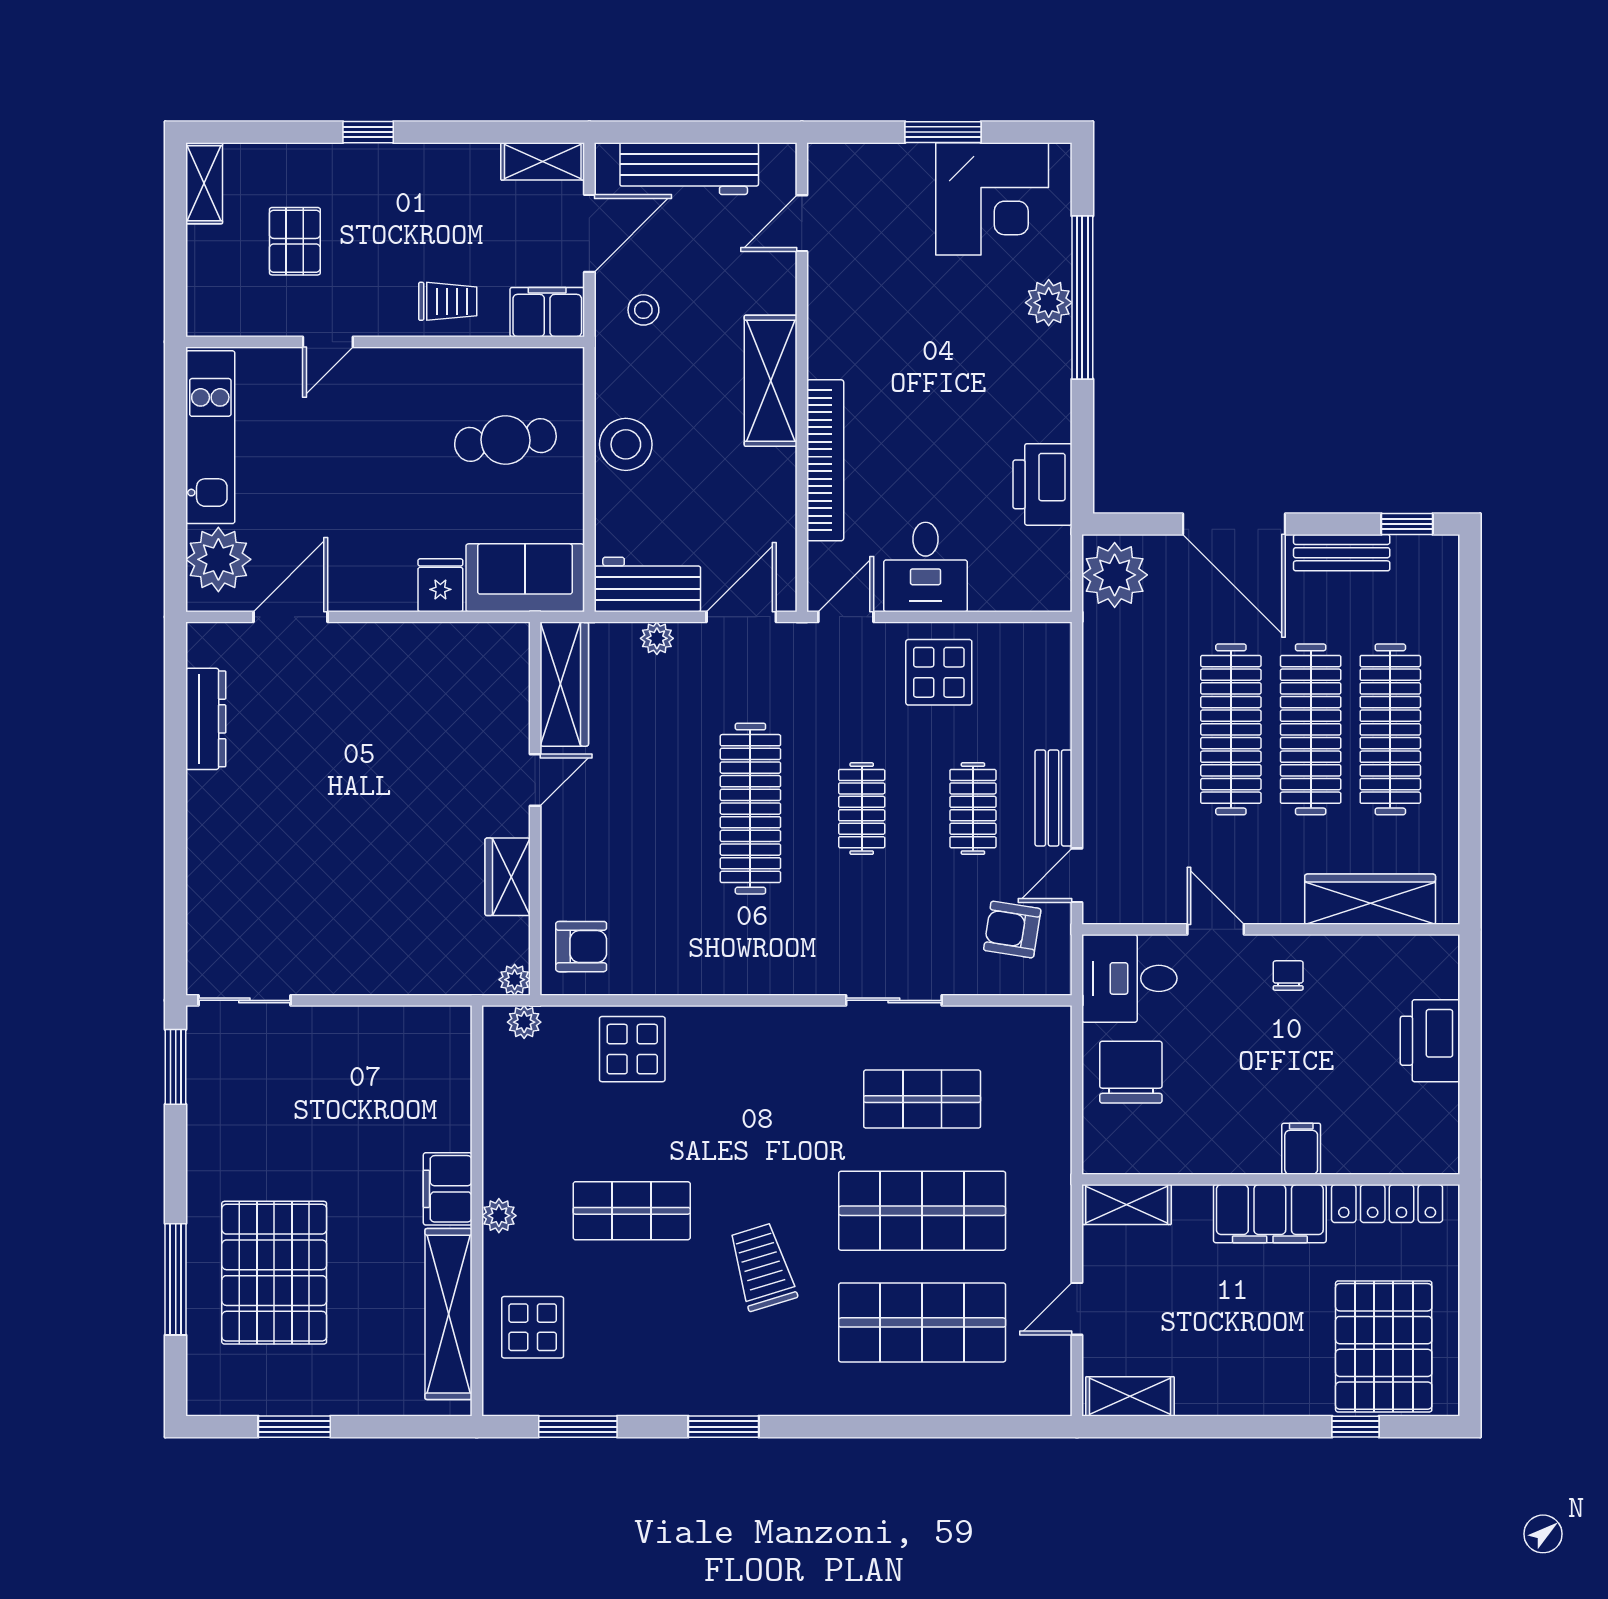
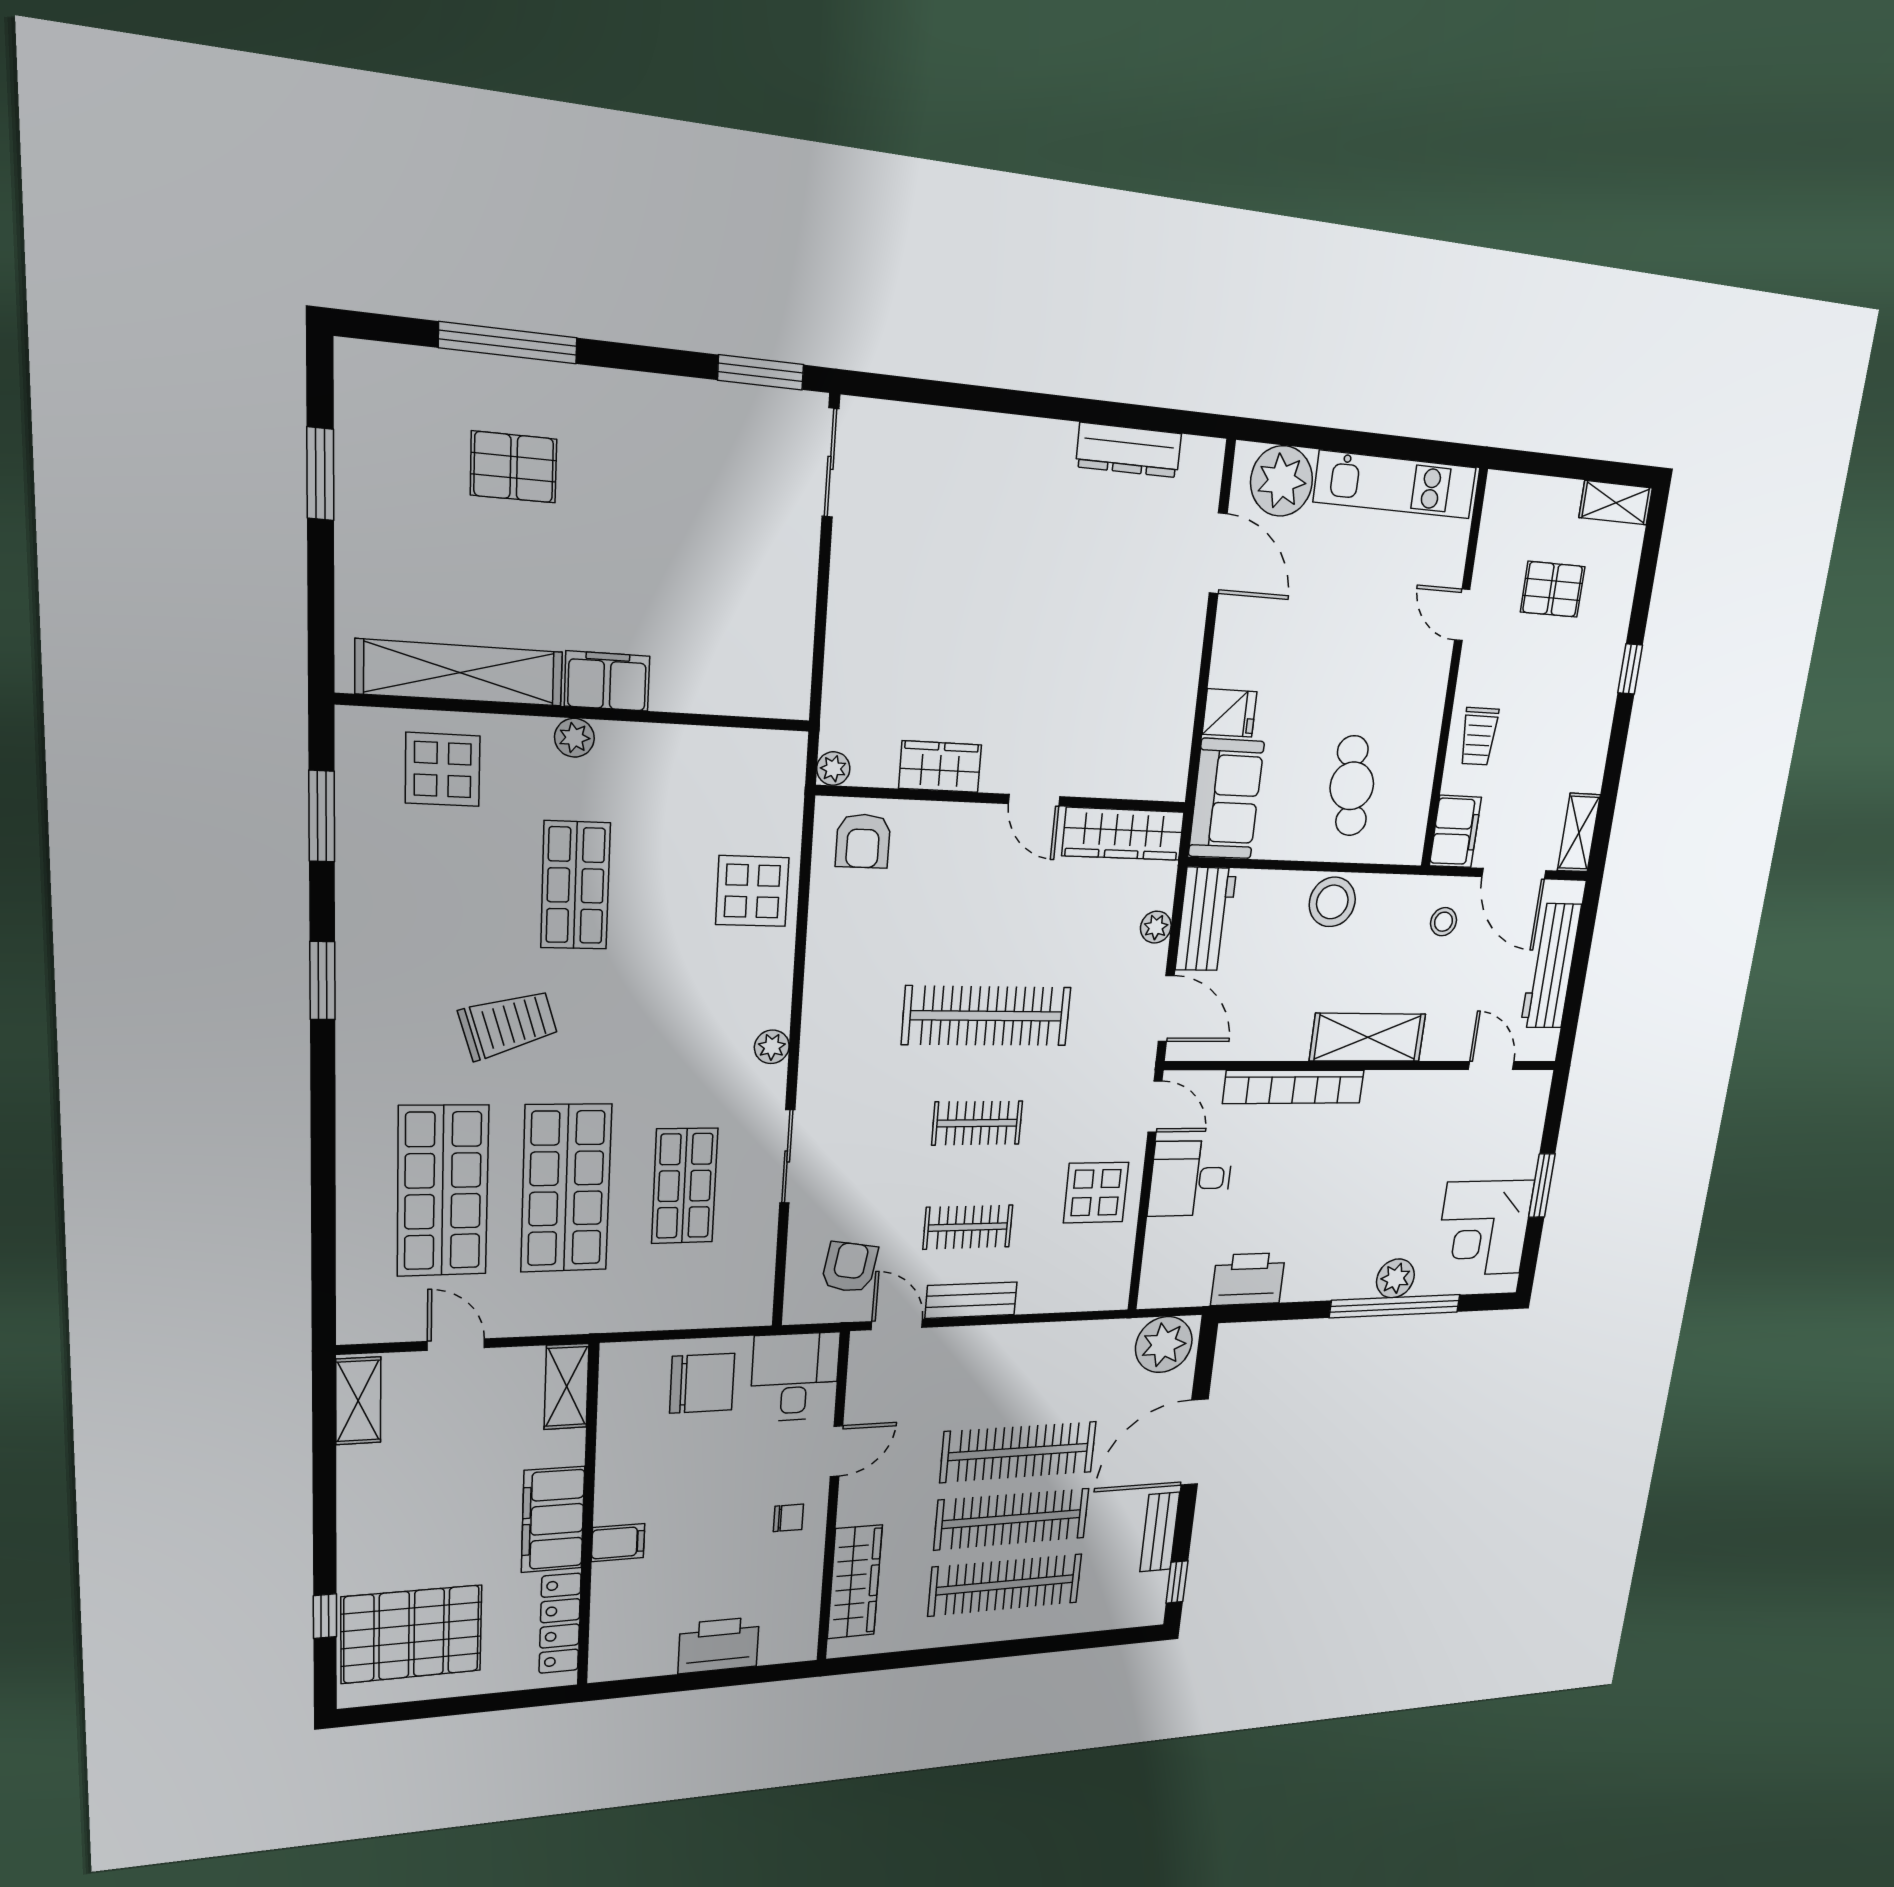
plant: (524, 1022) -> (772, 1047), moved
pallet: (274, 1273) -> (514, 467), width x0.49, depth x0.50

